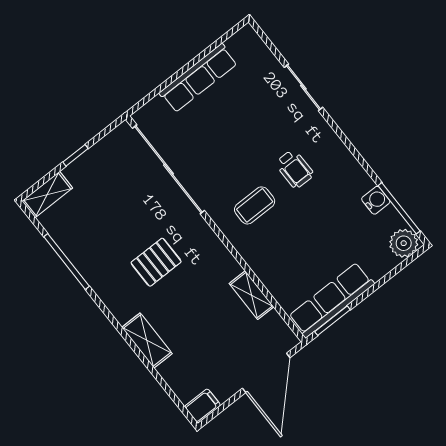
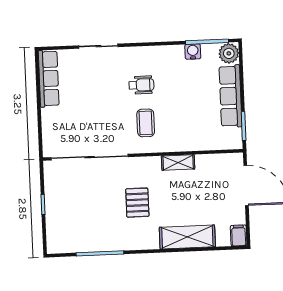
row of seats: (198, 78) -> (49, 79), moved
shelving: (47, 194) -> (54, 237), removed
shelving: (251, 295) -> (178, 162), moved
row of seats: (331, 300) -> (230, 96), moved
shelving: (147, 340) -> (187, 237), width x1.50, depth x1.33

